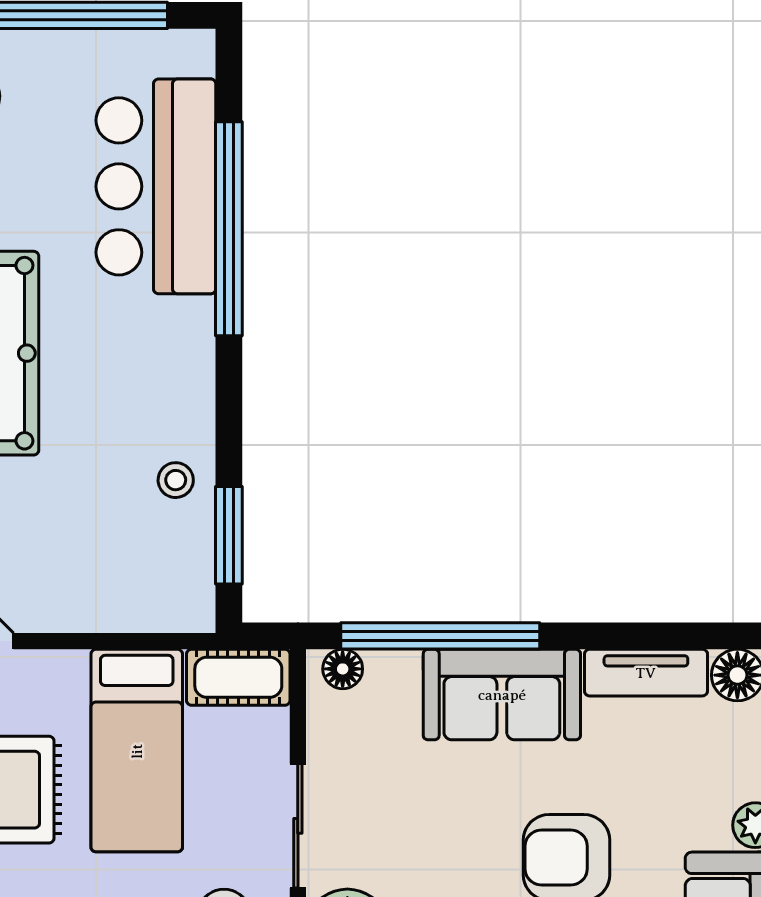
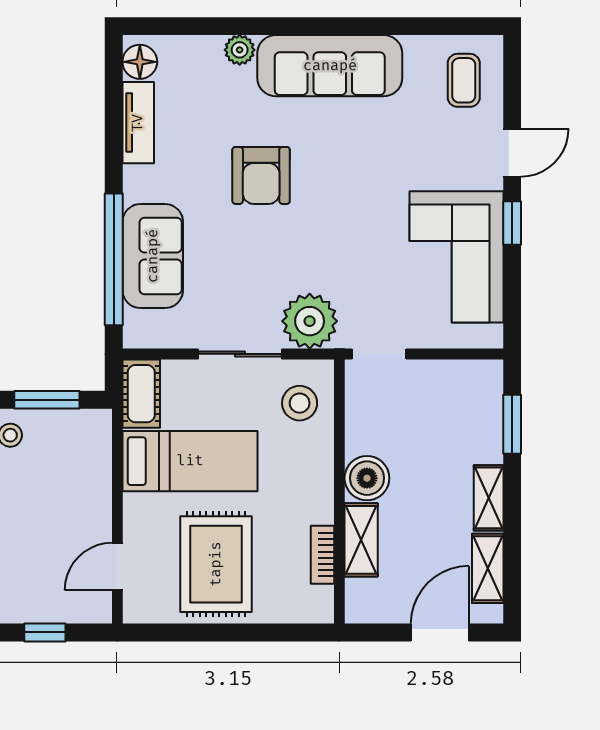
floor lamp: (343, 669) -> (136, 324), removed
sofa: (502, 695) -> (153, 256), moved

